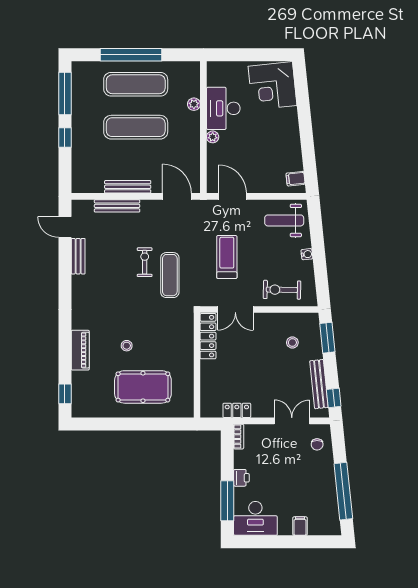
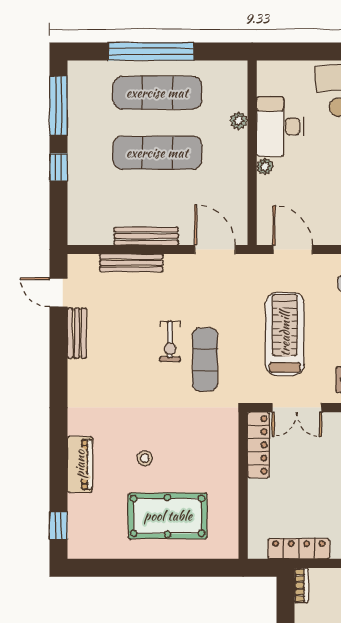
treadmill: (227, 257) -> (285, 334), width x1.37, depth x1.38
exercise bike: (145, 262) -> (170, 341), turned 180
locker: (237, 410) -> (299, 549), width x1.53

